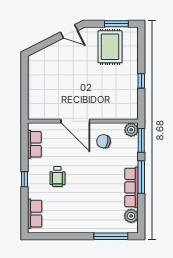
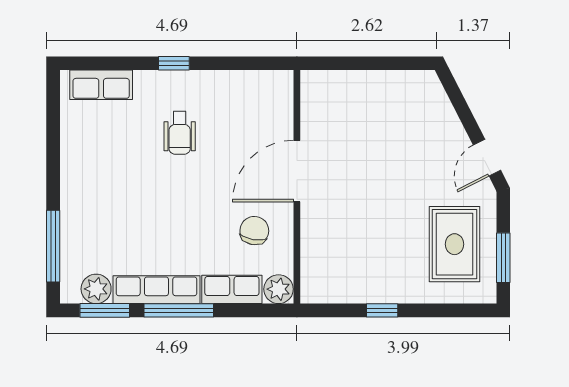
rug: (110, 47) -> (454, 244), turned 90
window: (141, 140) -> (105, 310), moved
row of seats: (34, 144) -> (232, 289), moved, turned 180
wheelchair: (57, 177) -> (180, 133), turned -90

